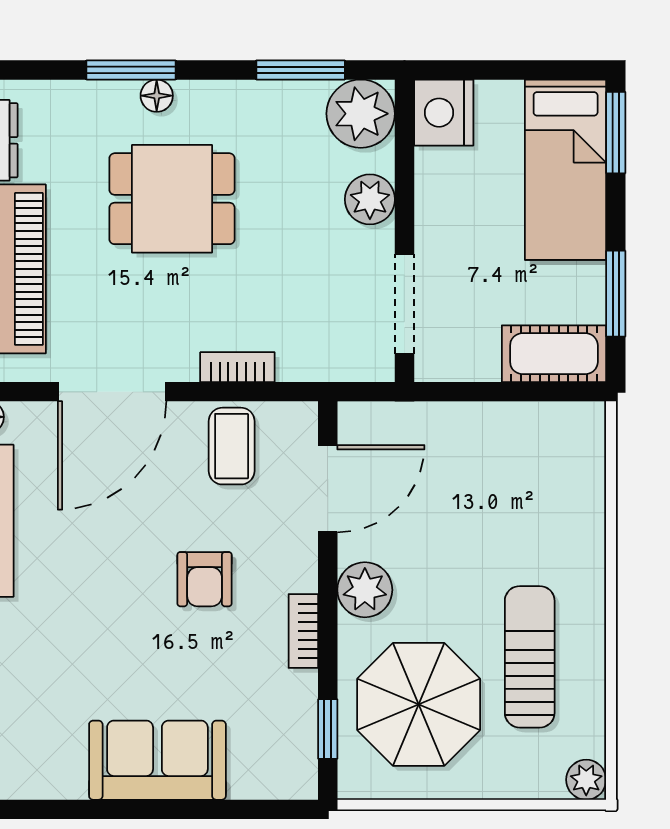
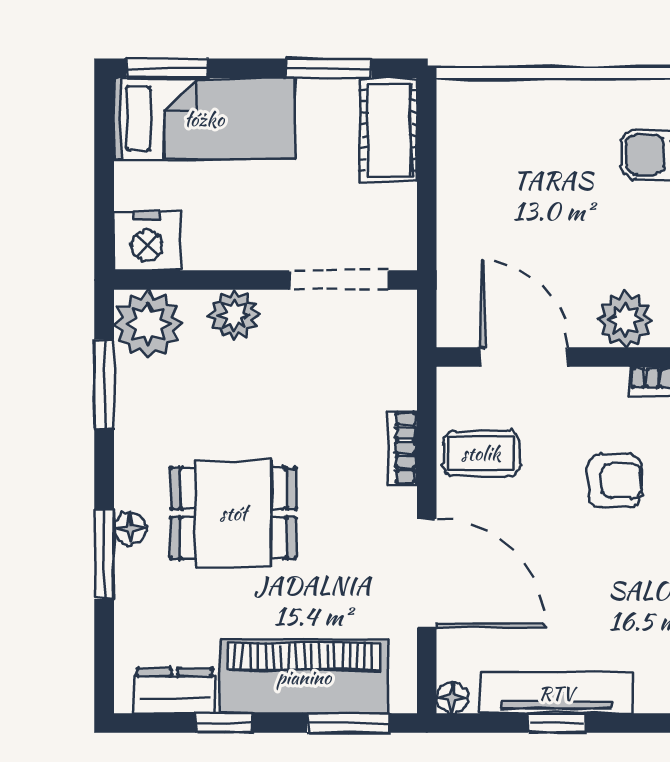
dining table: (172, 199) -> (233, 513), turned 90

